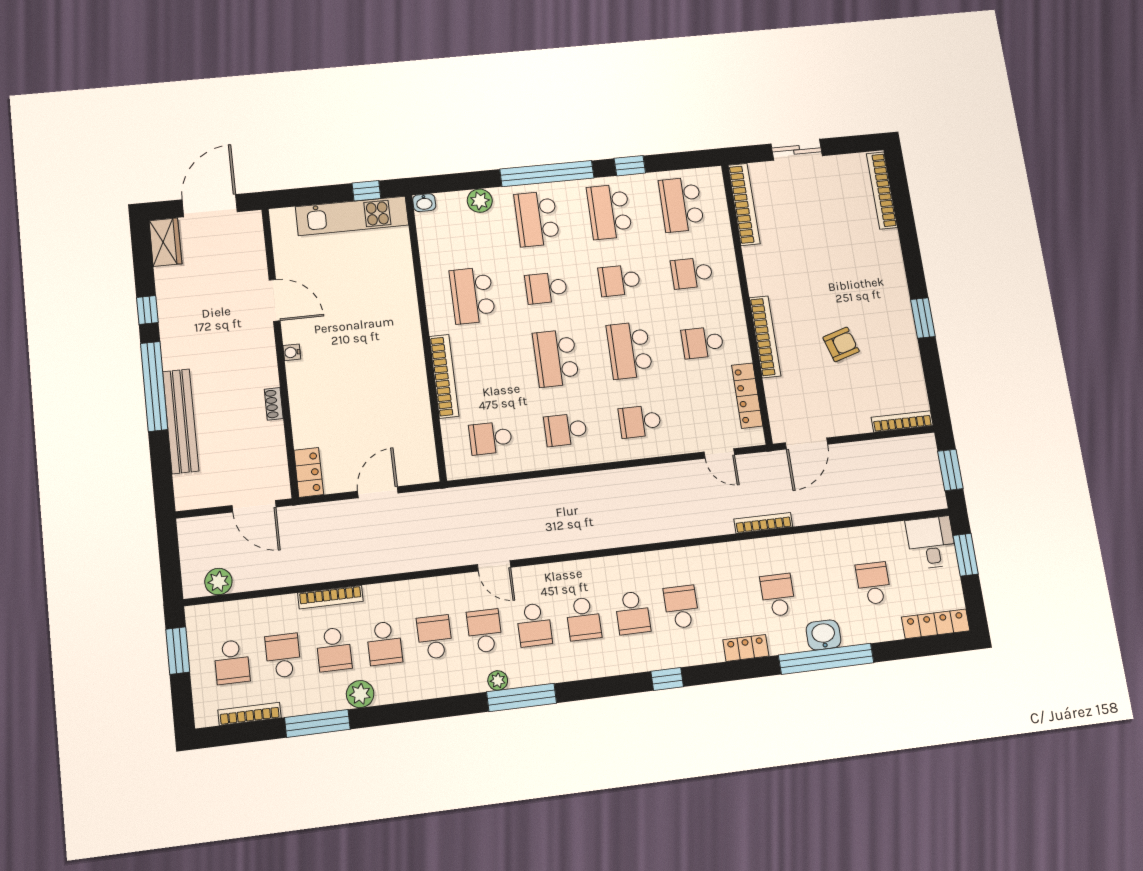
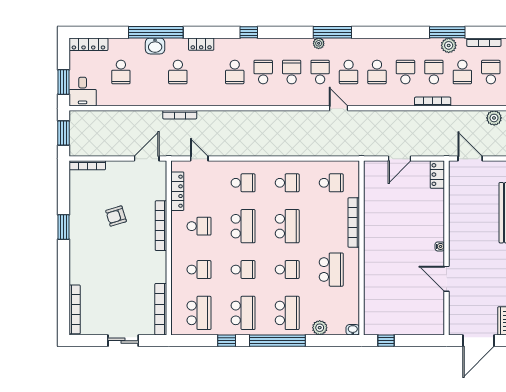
kitchen unit: (352, 216) -> (396, 326), removed
shoe rack: (274, 404) -> (453, 217), removed
plant: (498, 680) -> (319, 43), moved
plant: (360, 694) -> (449, 45), moved

